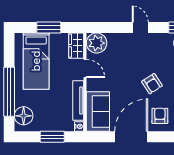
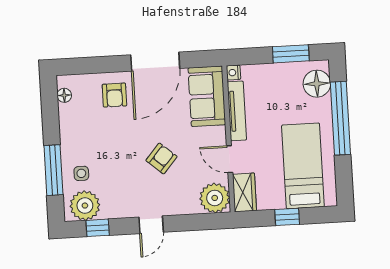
window: (49, 28) -> (287, 217), width x0.67
door: (140, 28) -> (151, 225), hinge flipped
armchair: (152, 84) -> (162, 158), moved, turned 74
window: (52, 137) -> (291, 54), moved

